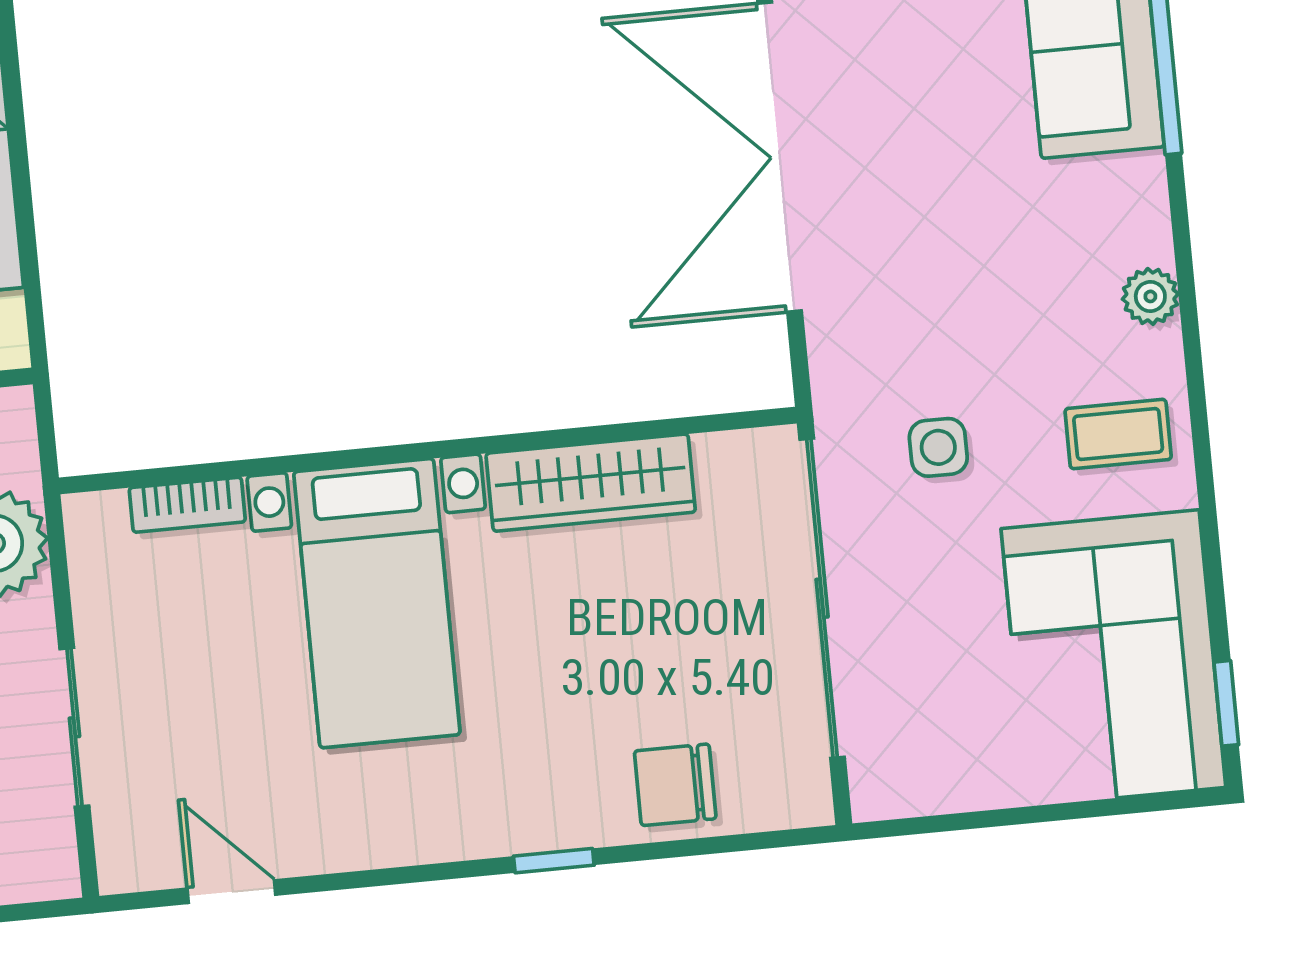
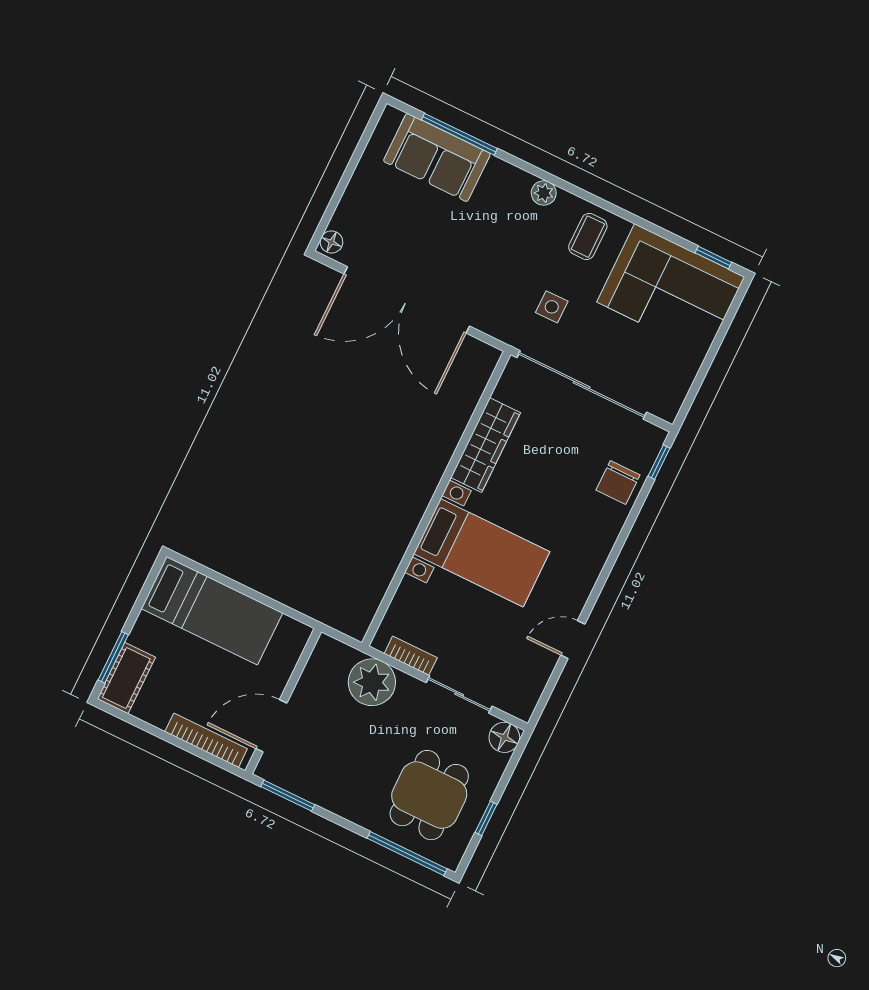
bookcase: (187, 505) -> (411, 656), moved, turned -90
window: (554, 861) -> (659, 462), moved
floor lamp: (44, 866) -> (504, 737), added
door: (231, 892) -> (573, 640), moved

